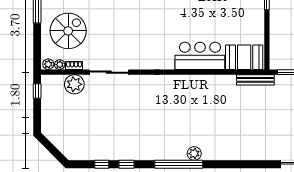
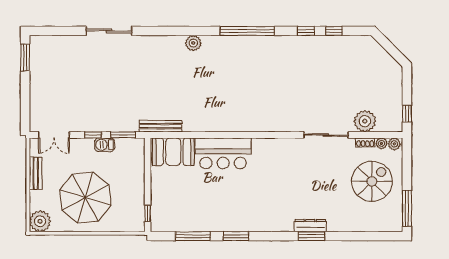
spiral stairs: (68, 31) -> (372, 181), turned 180
plant: (194, 154) -> (193, 43), moved

